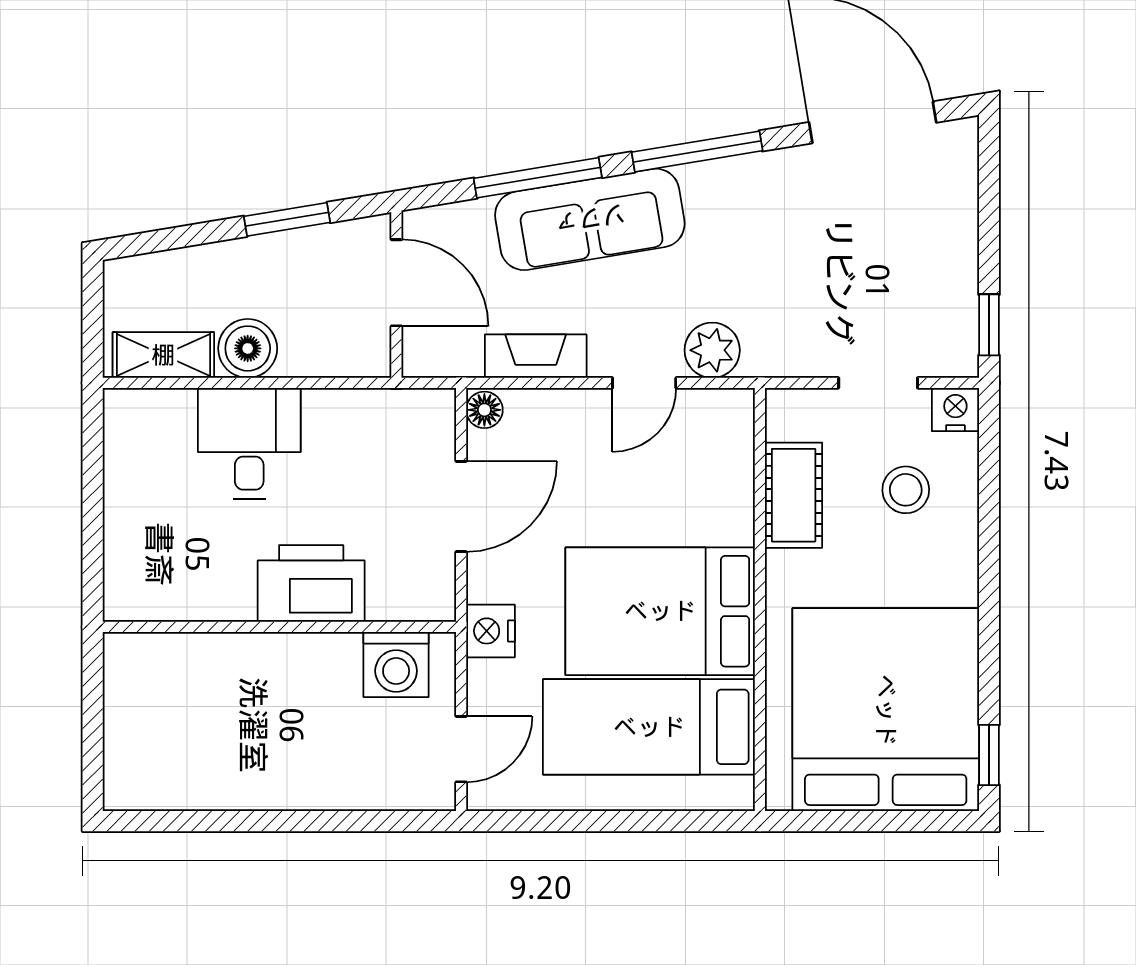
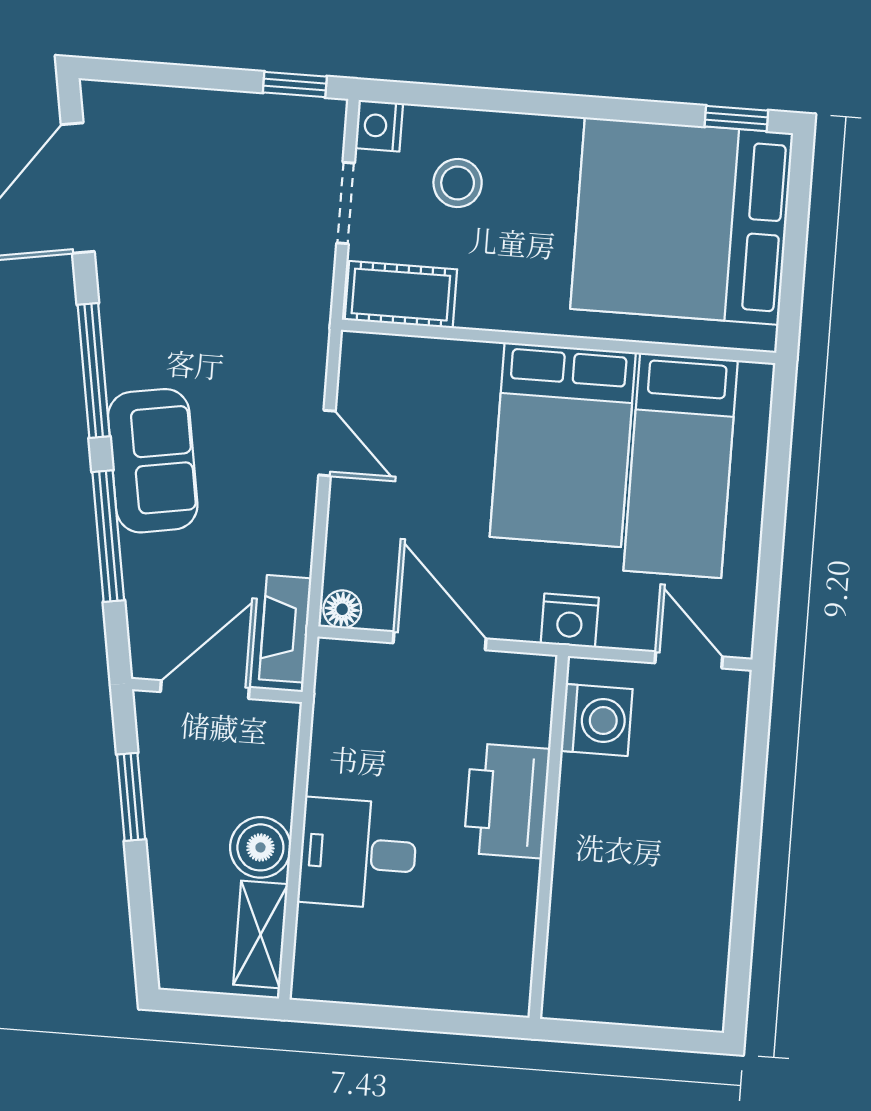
sofa: (590, 219) -> (153, 461), width x0.73
plant: (712, 350) -> (299, 371), removed
fireplace: (536, 356) -> (285, 629), moved
cot: (794, 495) -> (401, 295), moved

